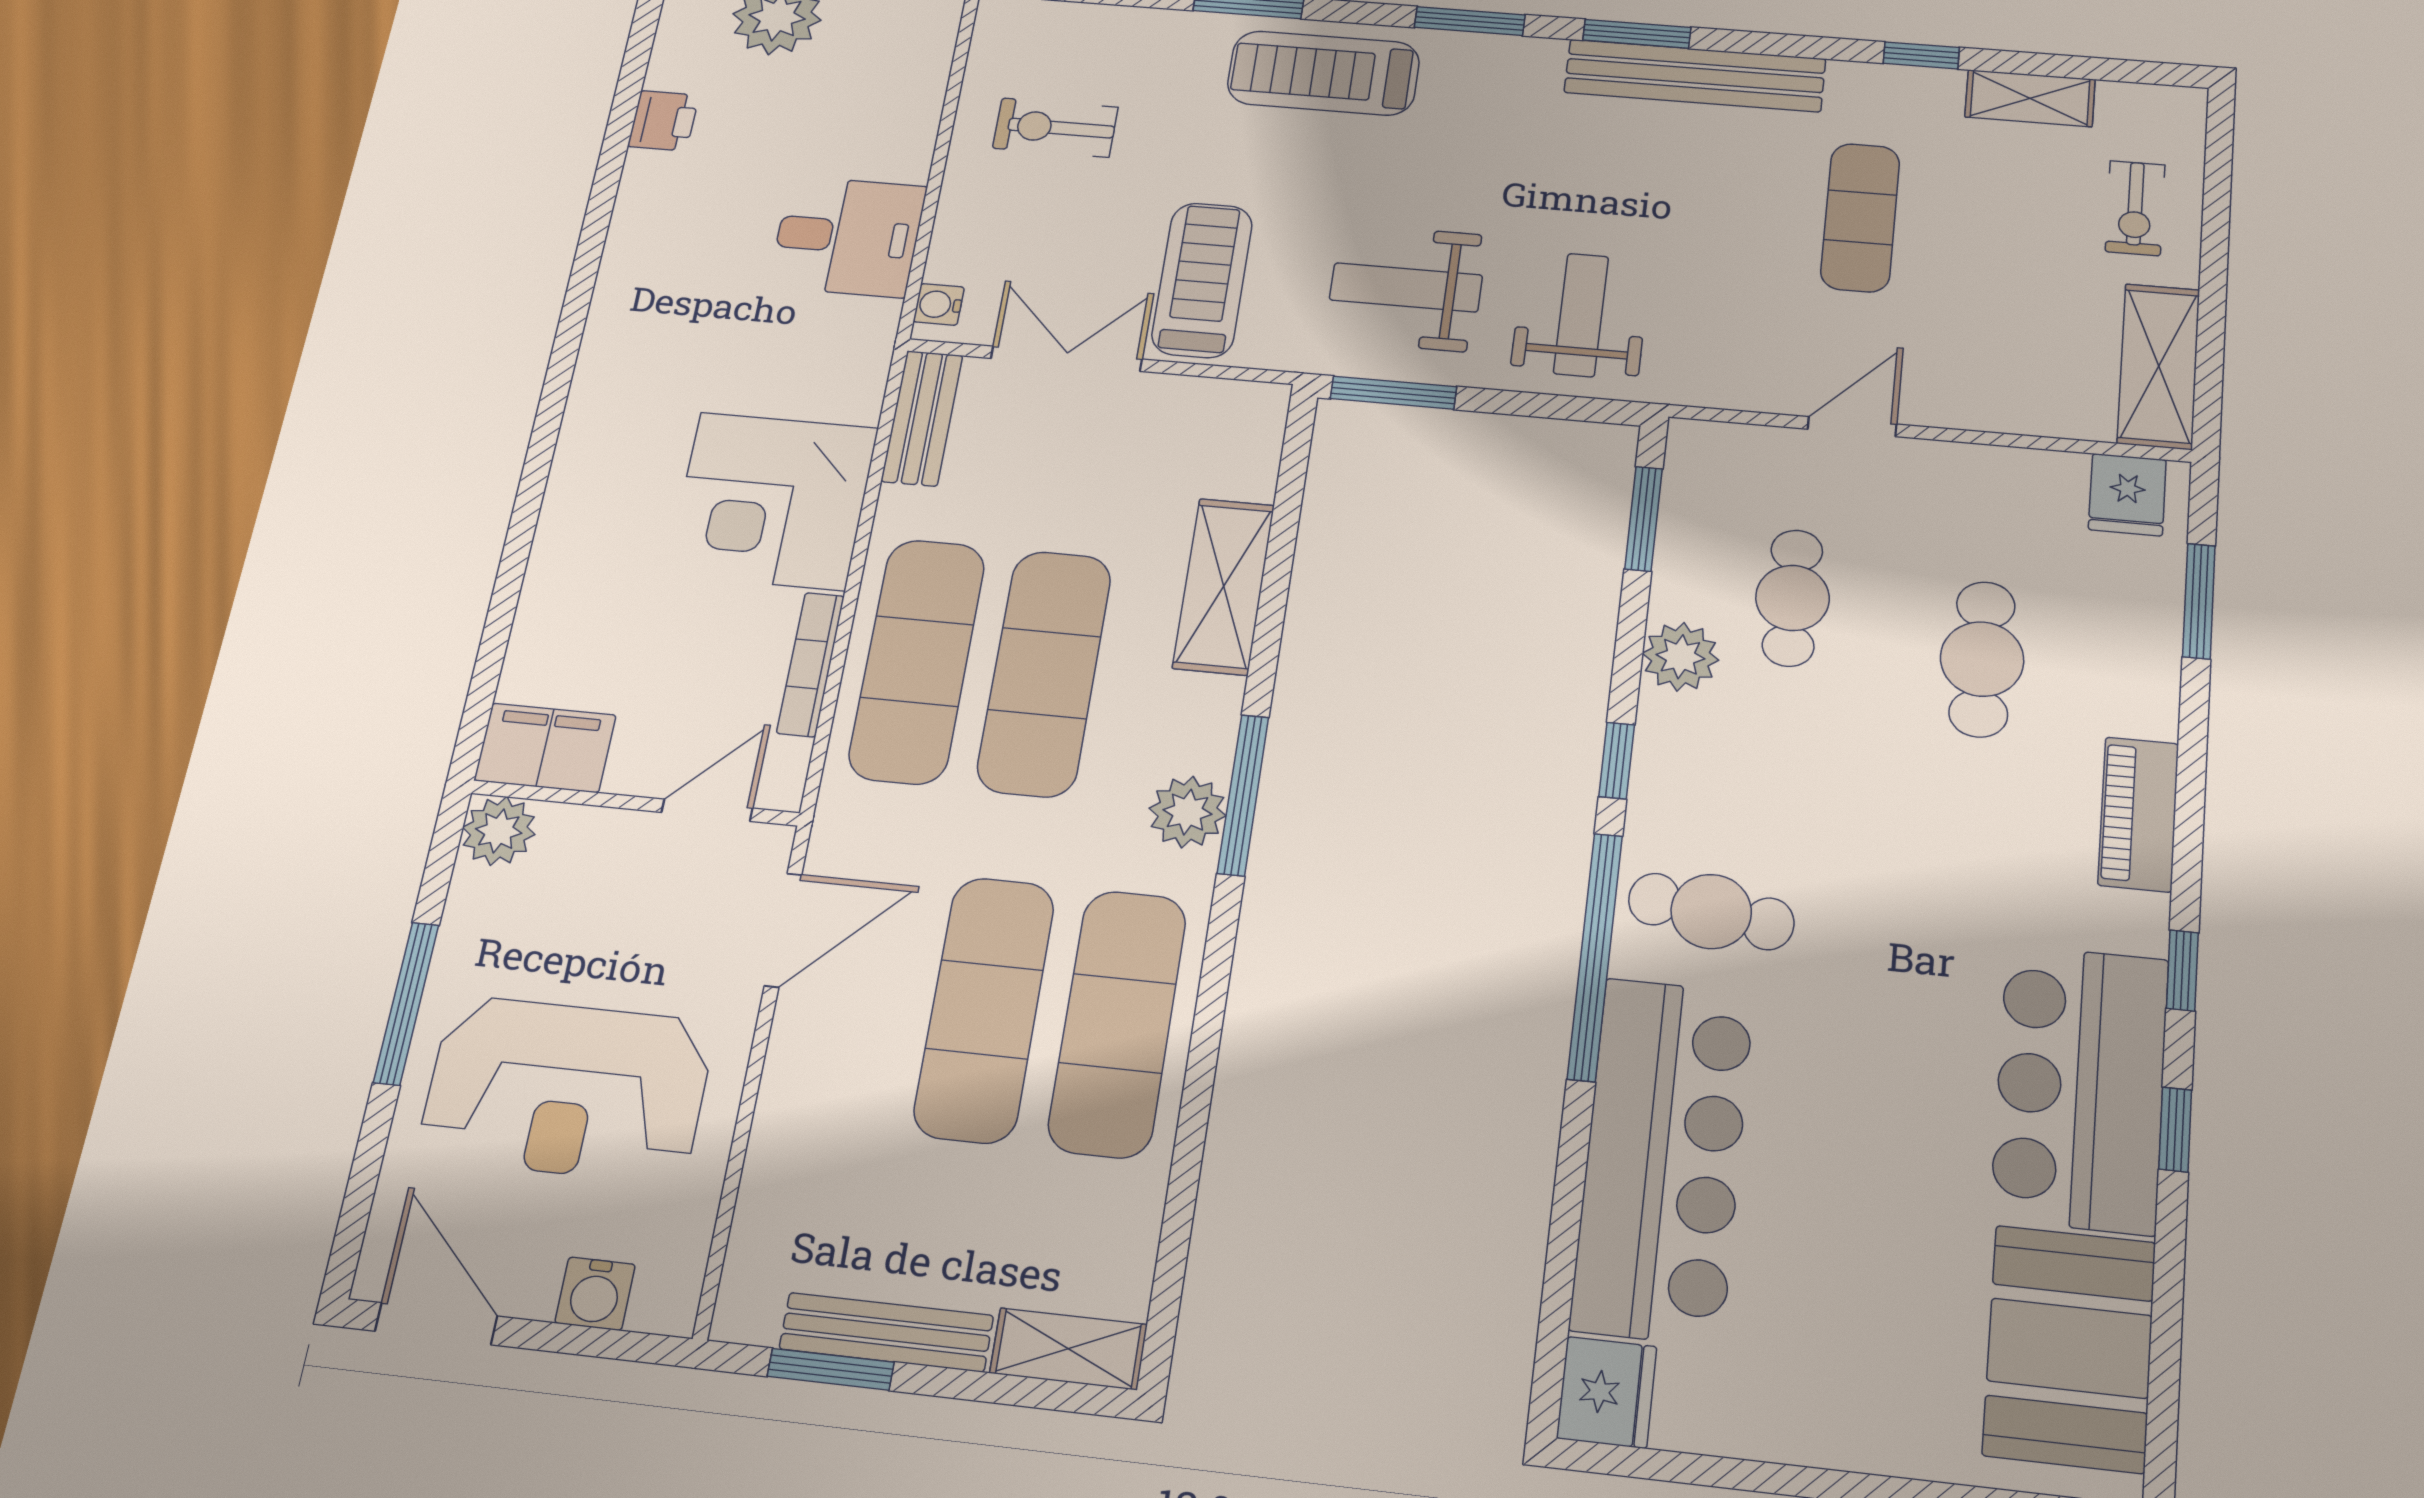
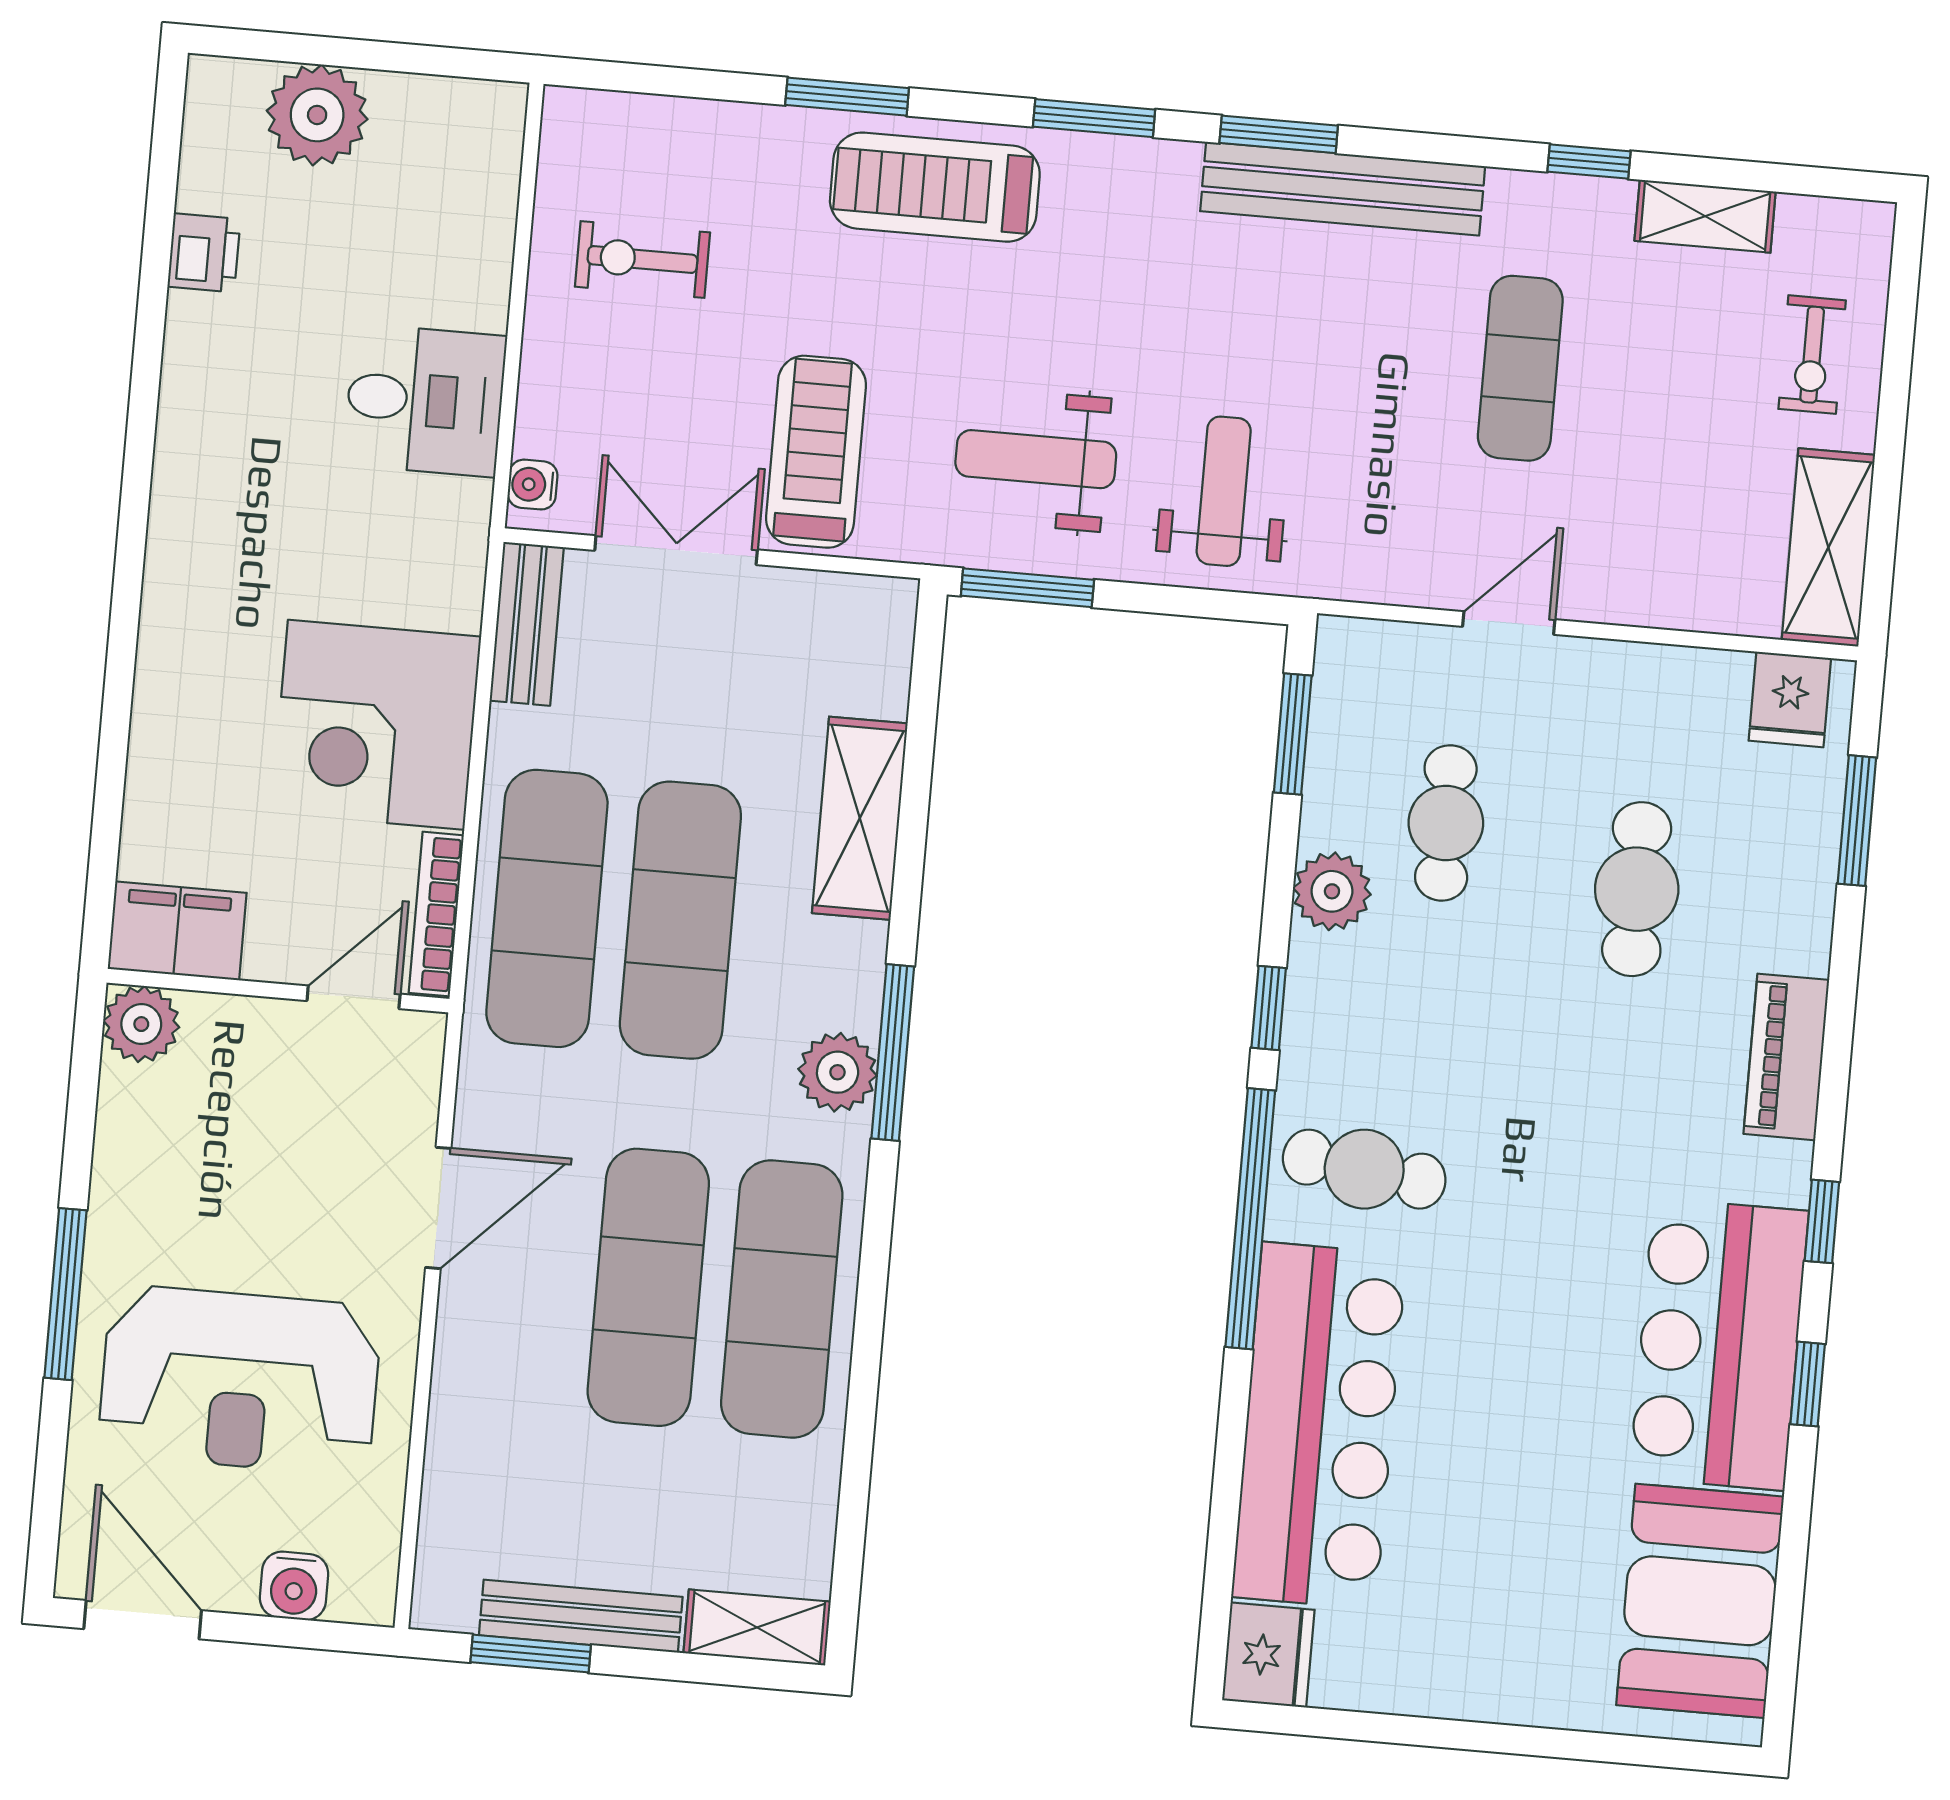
filing cabinet: (545, 748) -> (177, 931), moved
wall: (635, 803) -> (278, 991), moved
door: (707, 810) -> (354, 997), moved
plant: (499, 831) -> (141, 1024), moved

